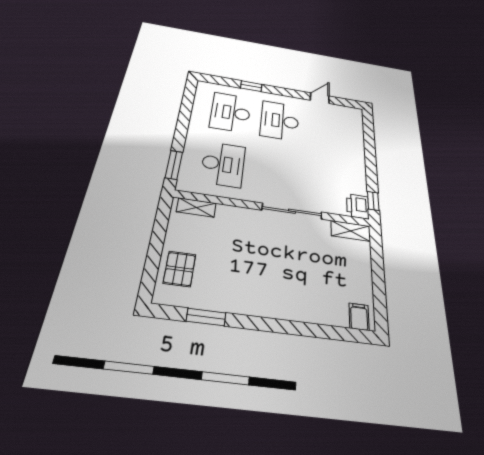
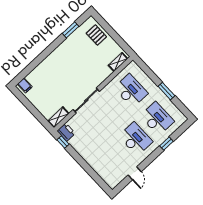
desk: (223, 164) -> (131, 91), turned 180
window: (174, 165) -> (166, 91), moved

